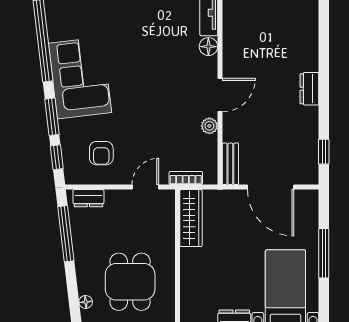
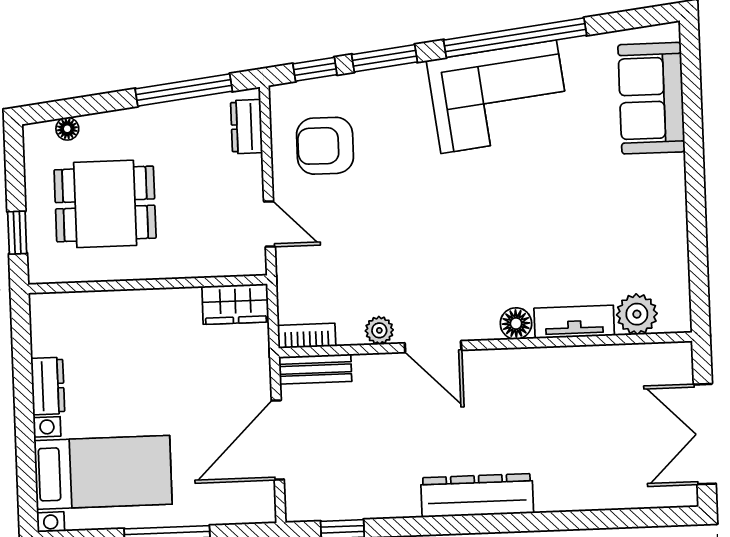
corner sofa: (80, 78) -> (499, 97), moved
dresser: (309, 89) -> (477, 495), width x1.96, depth x1.24
armchair: (101, 153) -> (325, 146), width x1.38, depth x1.38
bookcase: (186, 178) -> (307, 336), moved, turned -90
wardrobe: (191, 218) -> (235, 304), width x0.67

